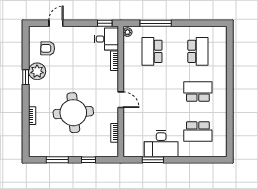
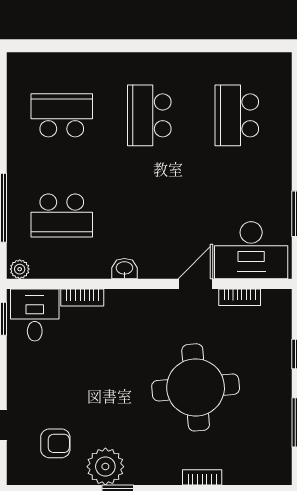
armchair: (48, 48) -> (55, 443), turned -91
washbasin: (128, 80) -> (124, 269), added
door: (121, 100) -> (195, 284), moved
school desk: (198, 132) -> (237, 115), turned 180
desk: (161, 144) -> (251, 250), moved, turned 90

